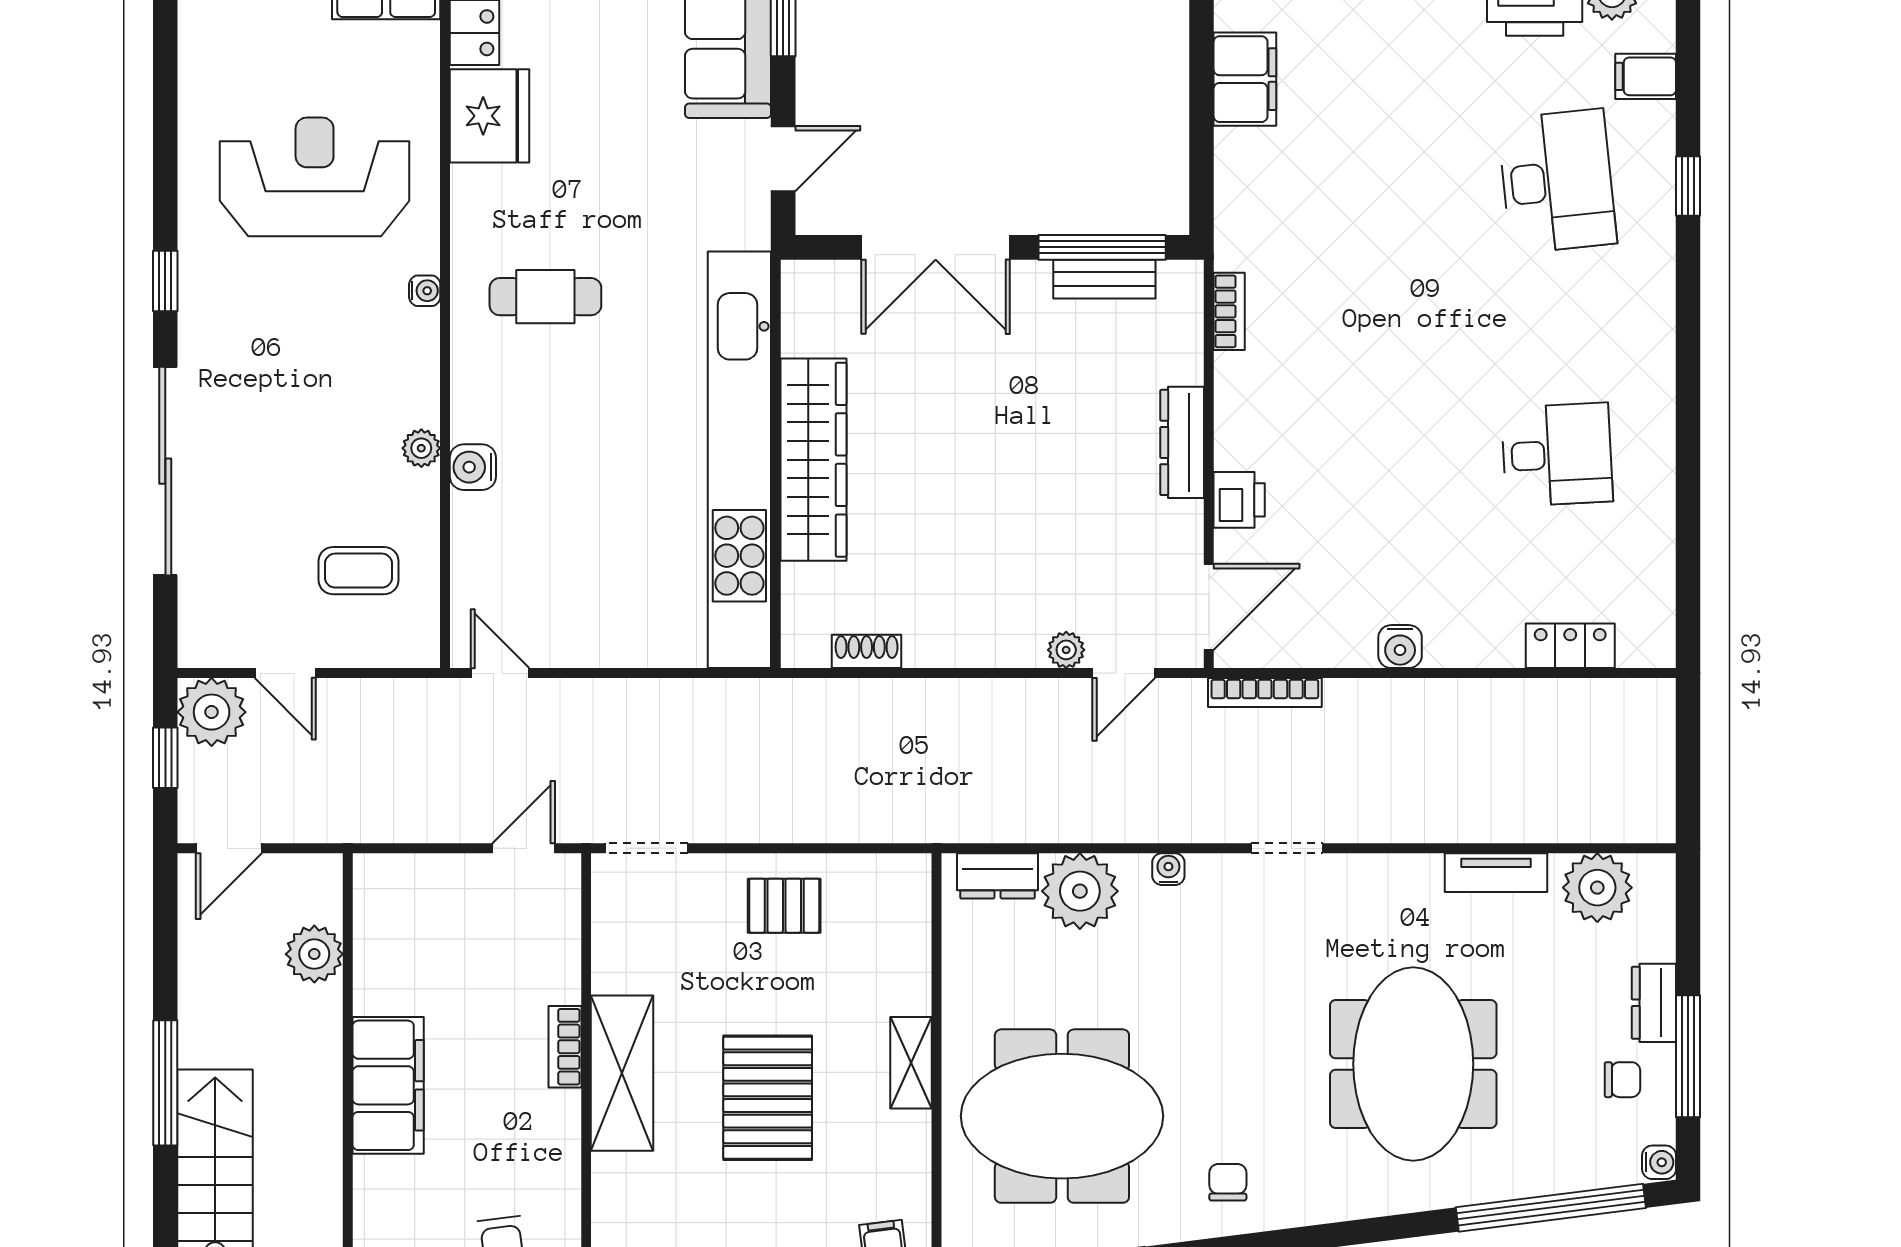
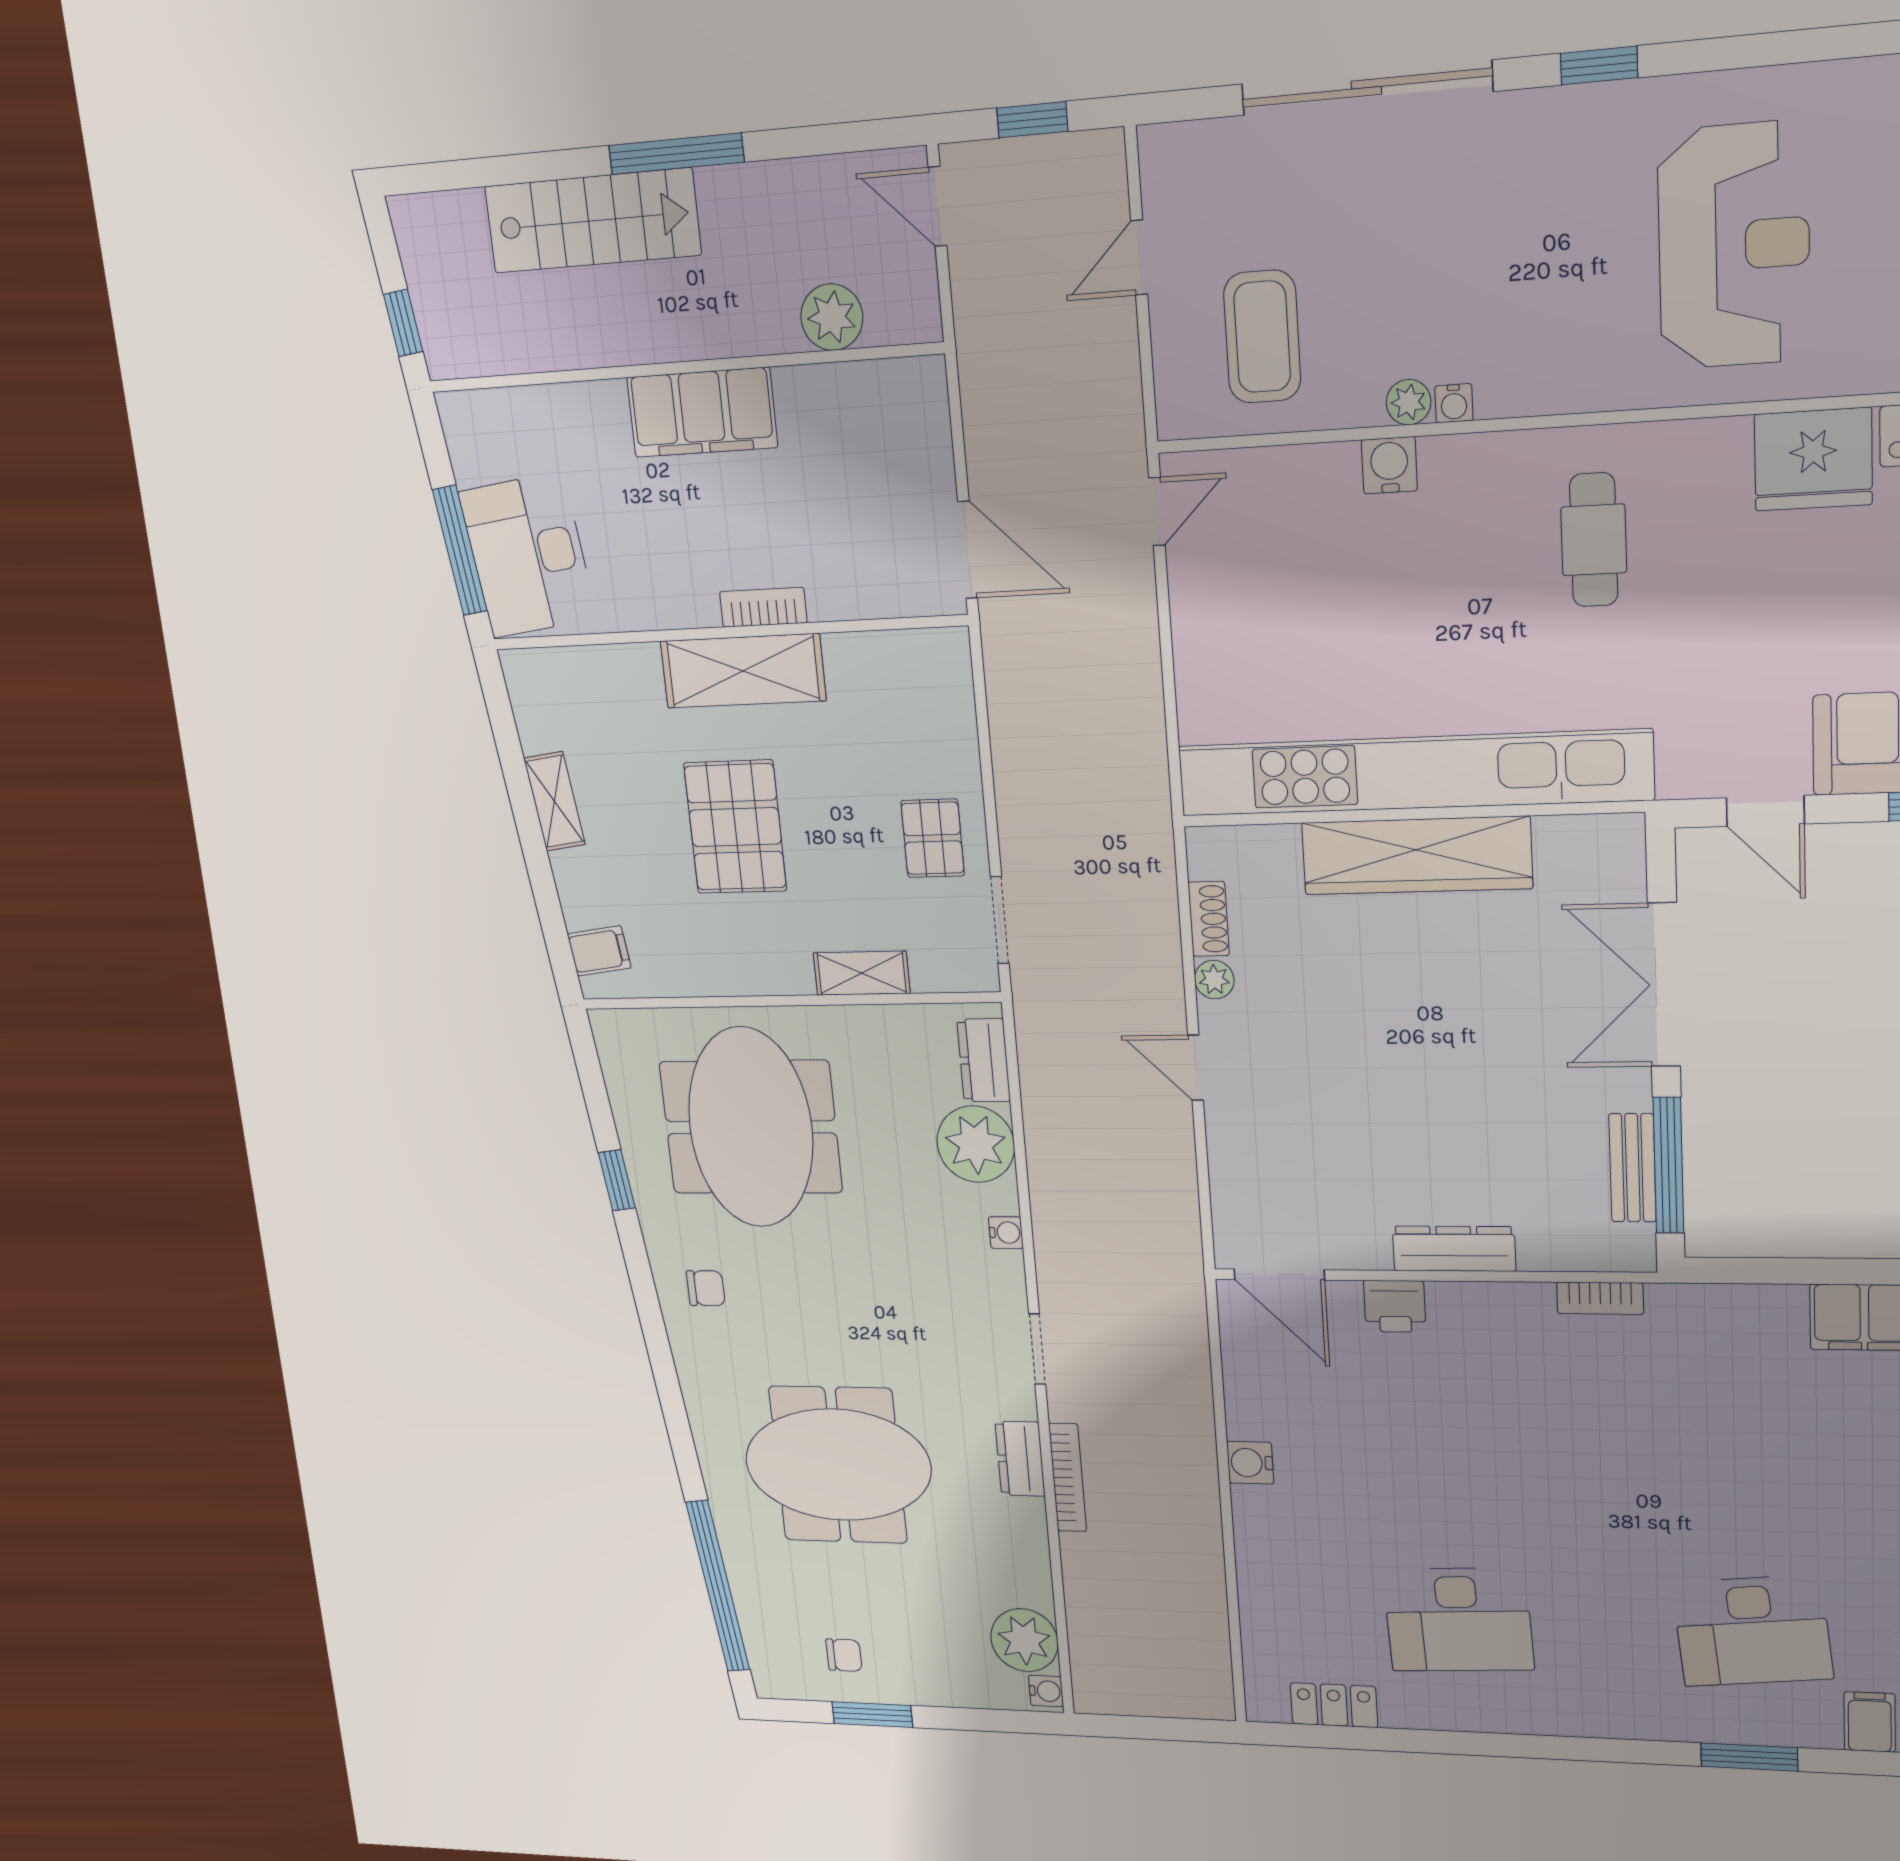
window: (1688, 186) -> (1749, 1757), width x1.50
water cooler: (425, 291) -> (1454, 403), moved
desk: (1557, 455) -> (1458, 1620), width x1.37
coffee table: (359, 571) -> (1262, 337), width x1.36, depth x1.30
locker: (1570, 646) -> (1334, 1705), moved, turned -90
plant: (1066, 650) -> (1214, 980), moved
door: (1124, 673) -> (1196, 1068), moved
bookcase: (1265, 693) -> (1068, 1478), moved, turned 180
plant: (212, 712) -> (1088, 172), removed
door: (524, 848) -> (968, 550), width x1.38
doorway: (646, 848) -> (1000, 920), moved
tv unit: (1496, 873) -> (1031, 1547), removed
dresser: (1654, 1003) -> (1020, 1459), moved, turned -90
window: (1688, 1056) -> (872, 1715), width x0.69
shelving: (911, 1063) -> (862, 973), moved
chair: (1622, 1080) -> (844, 1655), turned -90
pallet: (768, 1098) -> (735, 827), turned 90
water cooler: (1659, 1162) -> (1046, 1691), moved, turned -90

